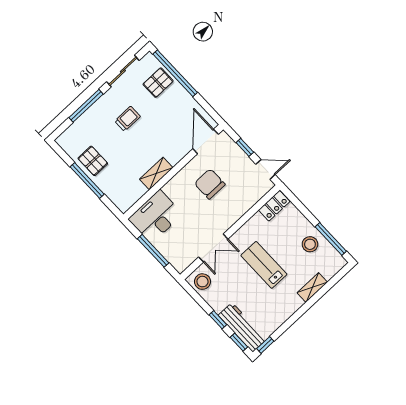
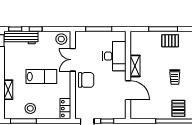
door: (206, 141) -> (128, 90), moved
chair: (210, 184) -> (86, 80), moved
desk: (156, 217) -> (114, 56), moved

